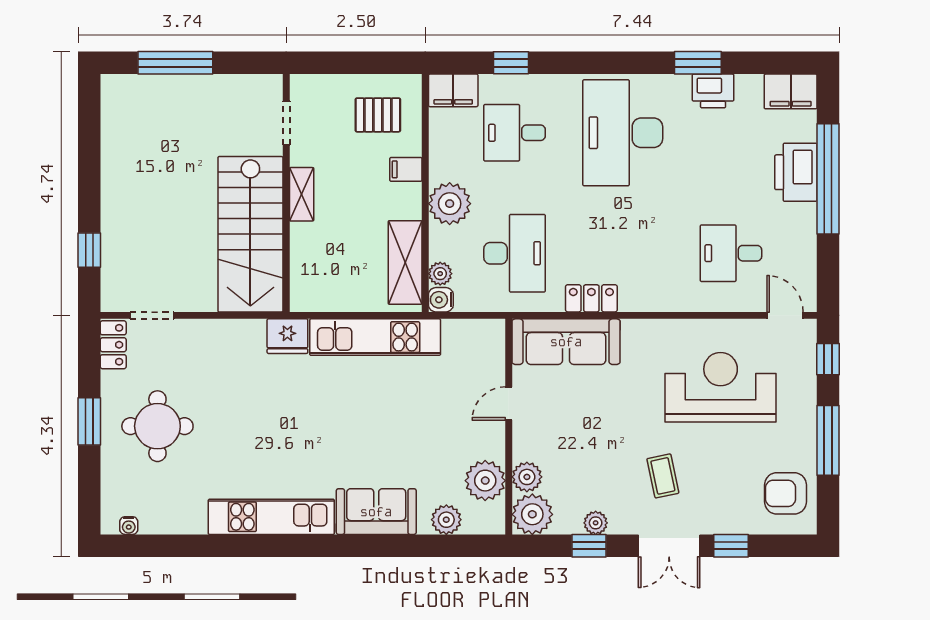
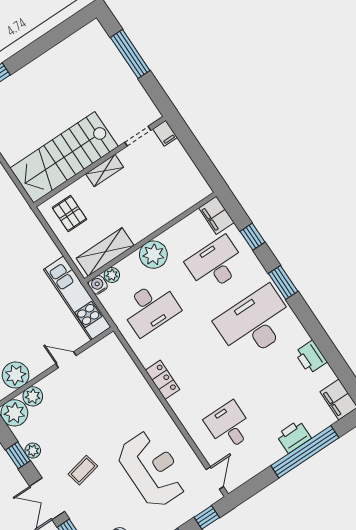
window: (698, 63) -> (283, 282), moved
pallet: (378, 115) -> (69, 214), moved
desk: (515, 133) -> (216, 264), width x1.37
filing cabinet: (406, 169) -> (165, 133), moved, turned 180
printer: (796, 172) -> (294, 437), width x0.73, depth x0.84
locker: (591, 298) -> (163, 380), moved
fridge: (287, 336) -> (22, 215), removed
kitchen unit: (375, 337) -> (77, 298), moved
sofa: (566, 342) -> (121, 368), removed

